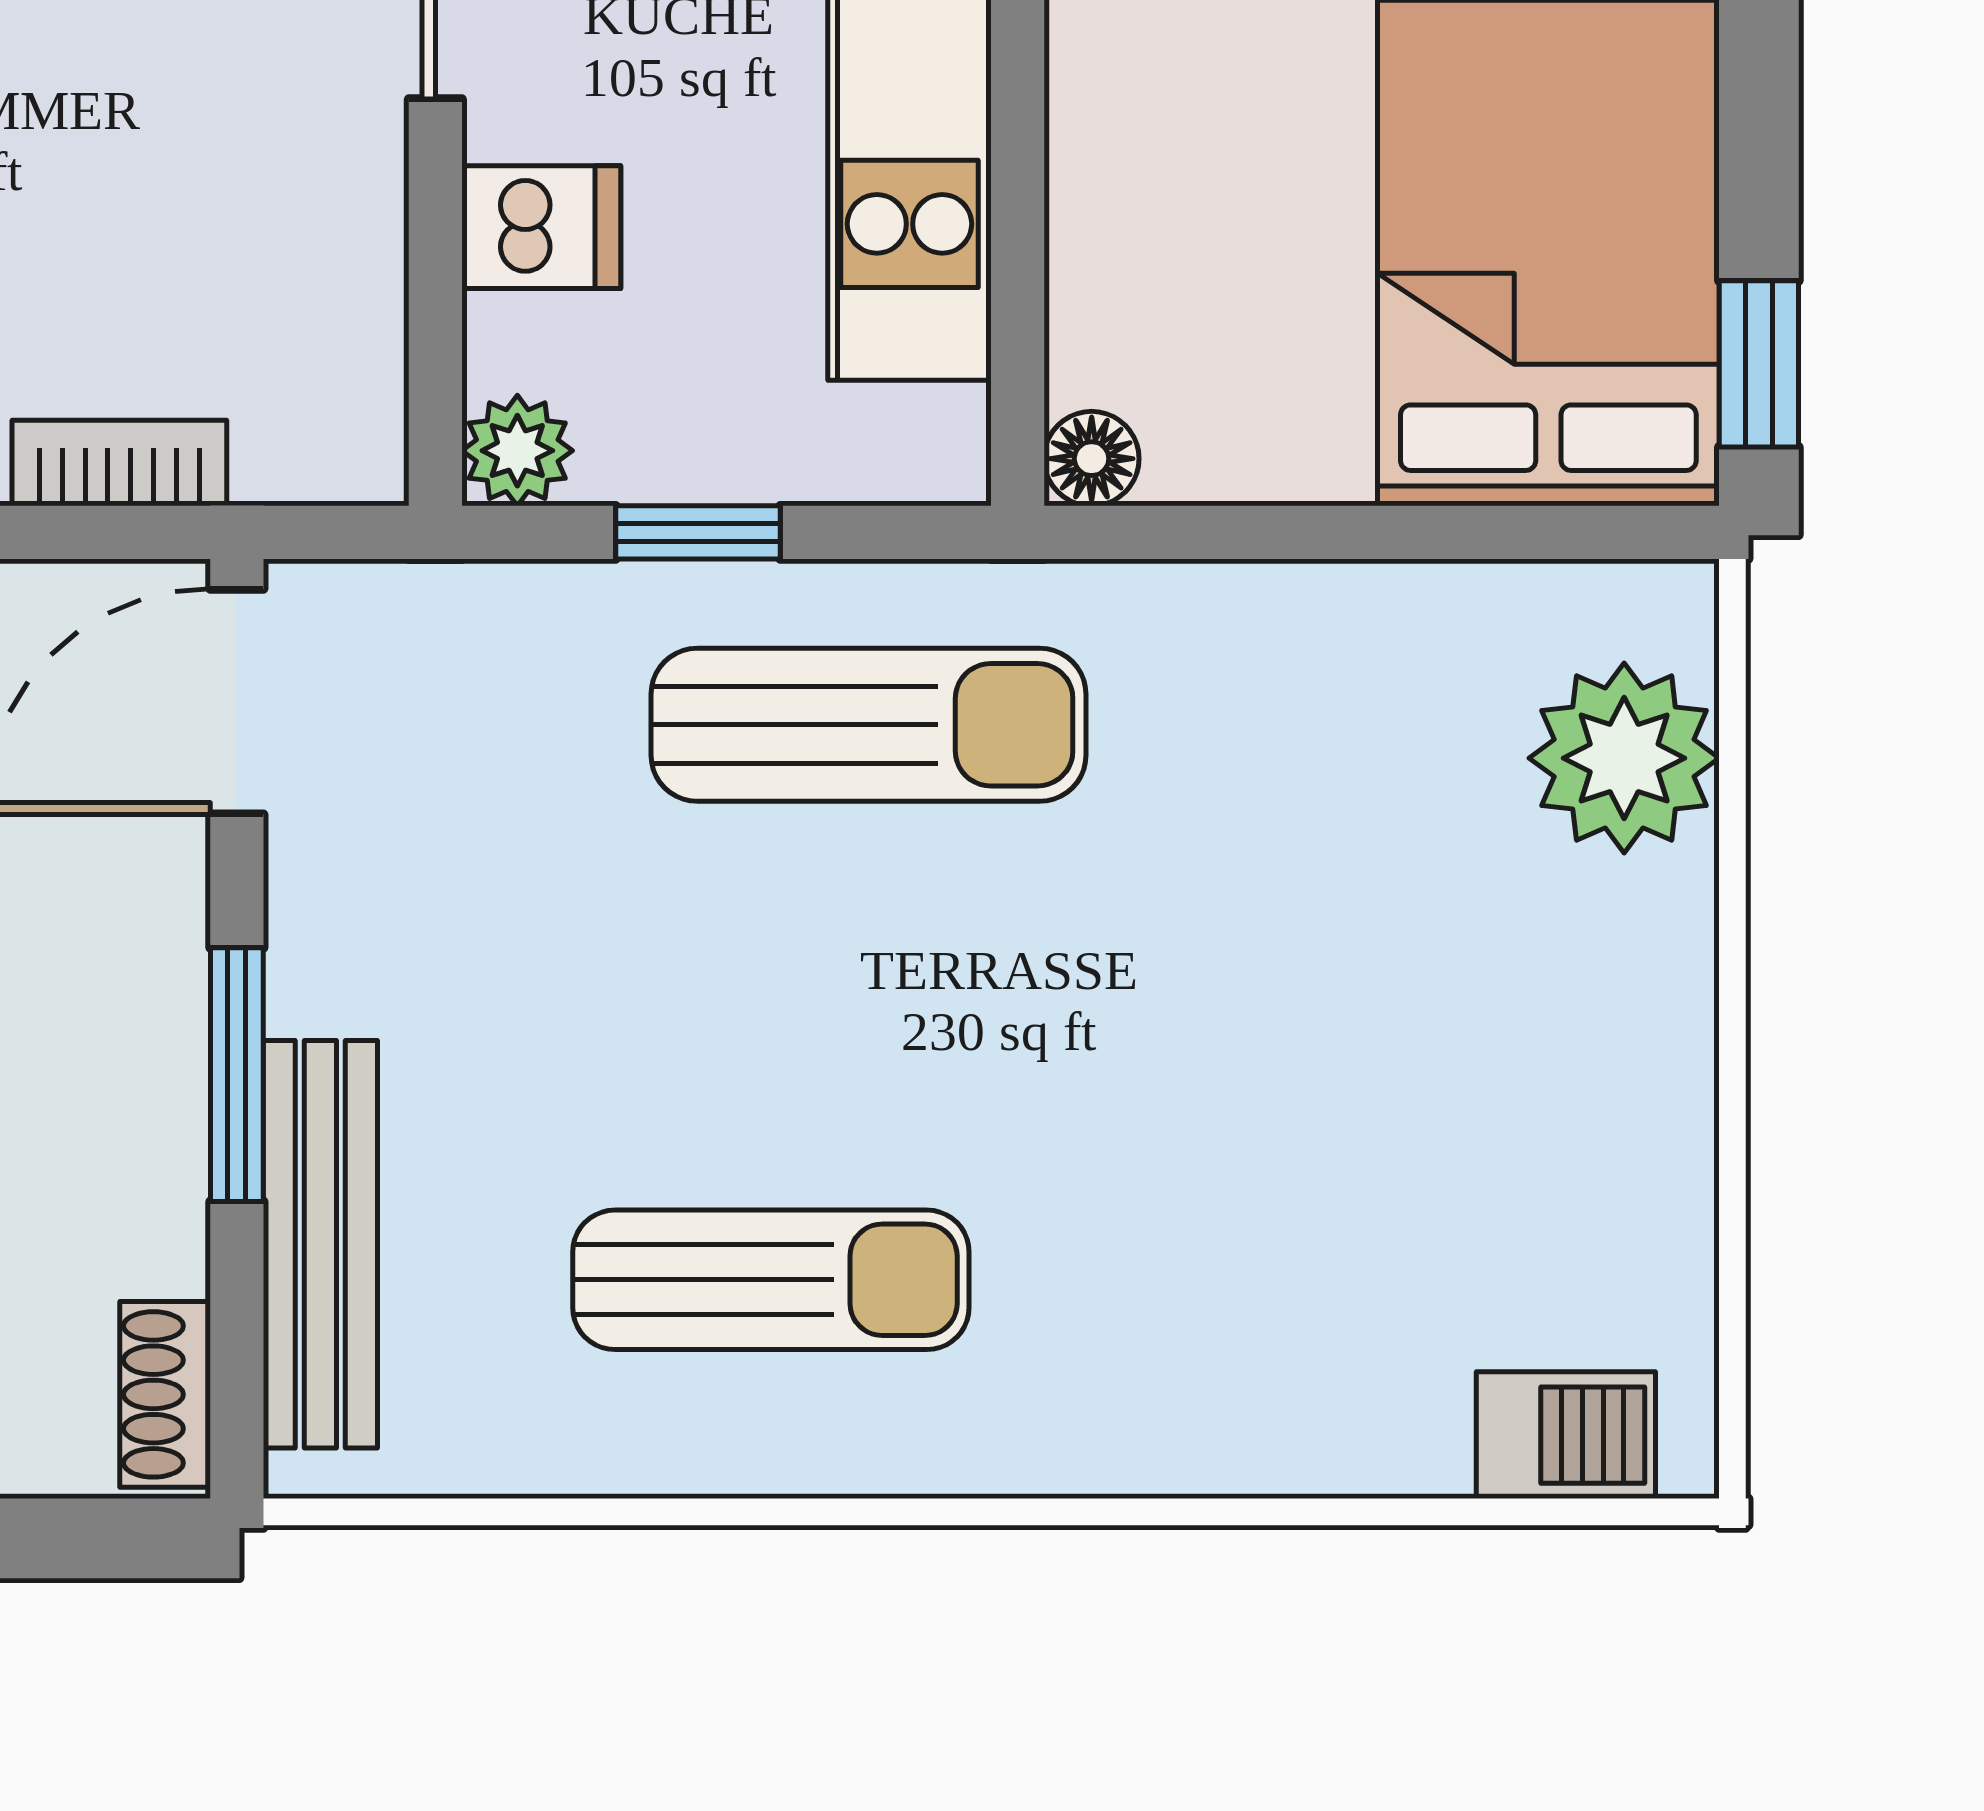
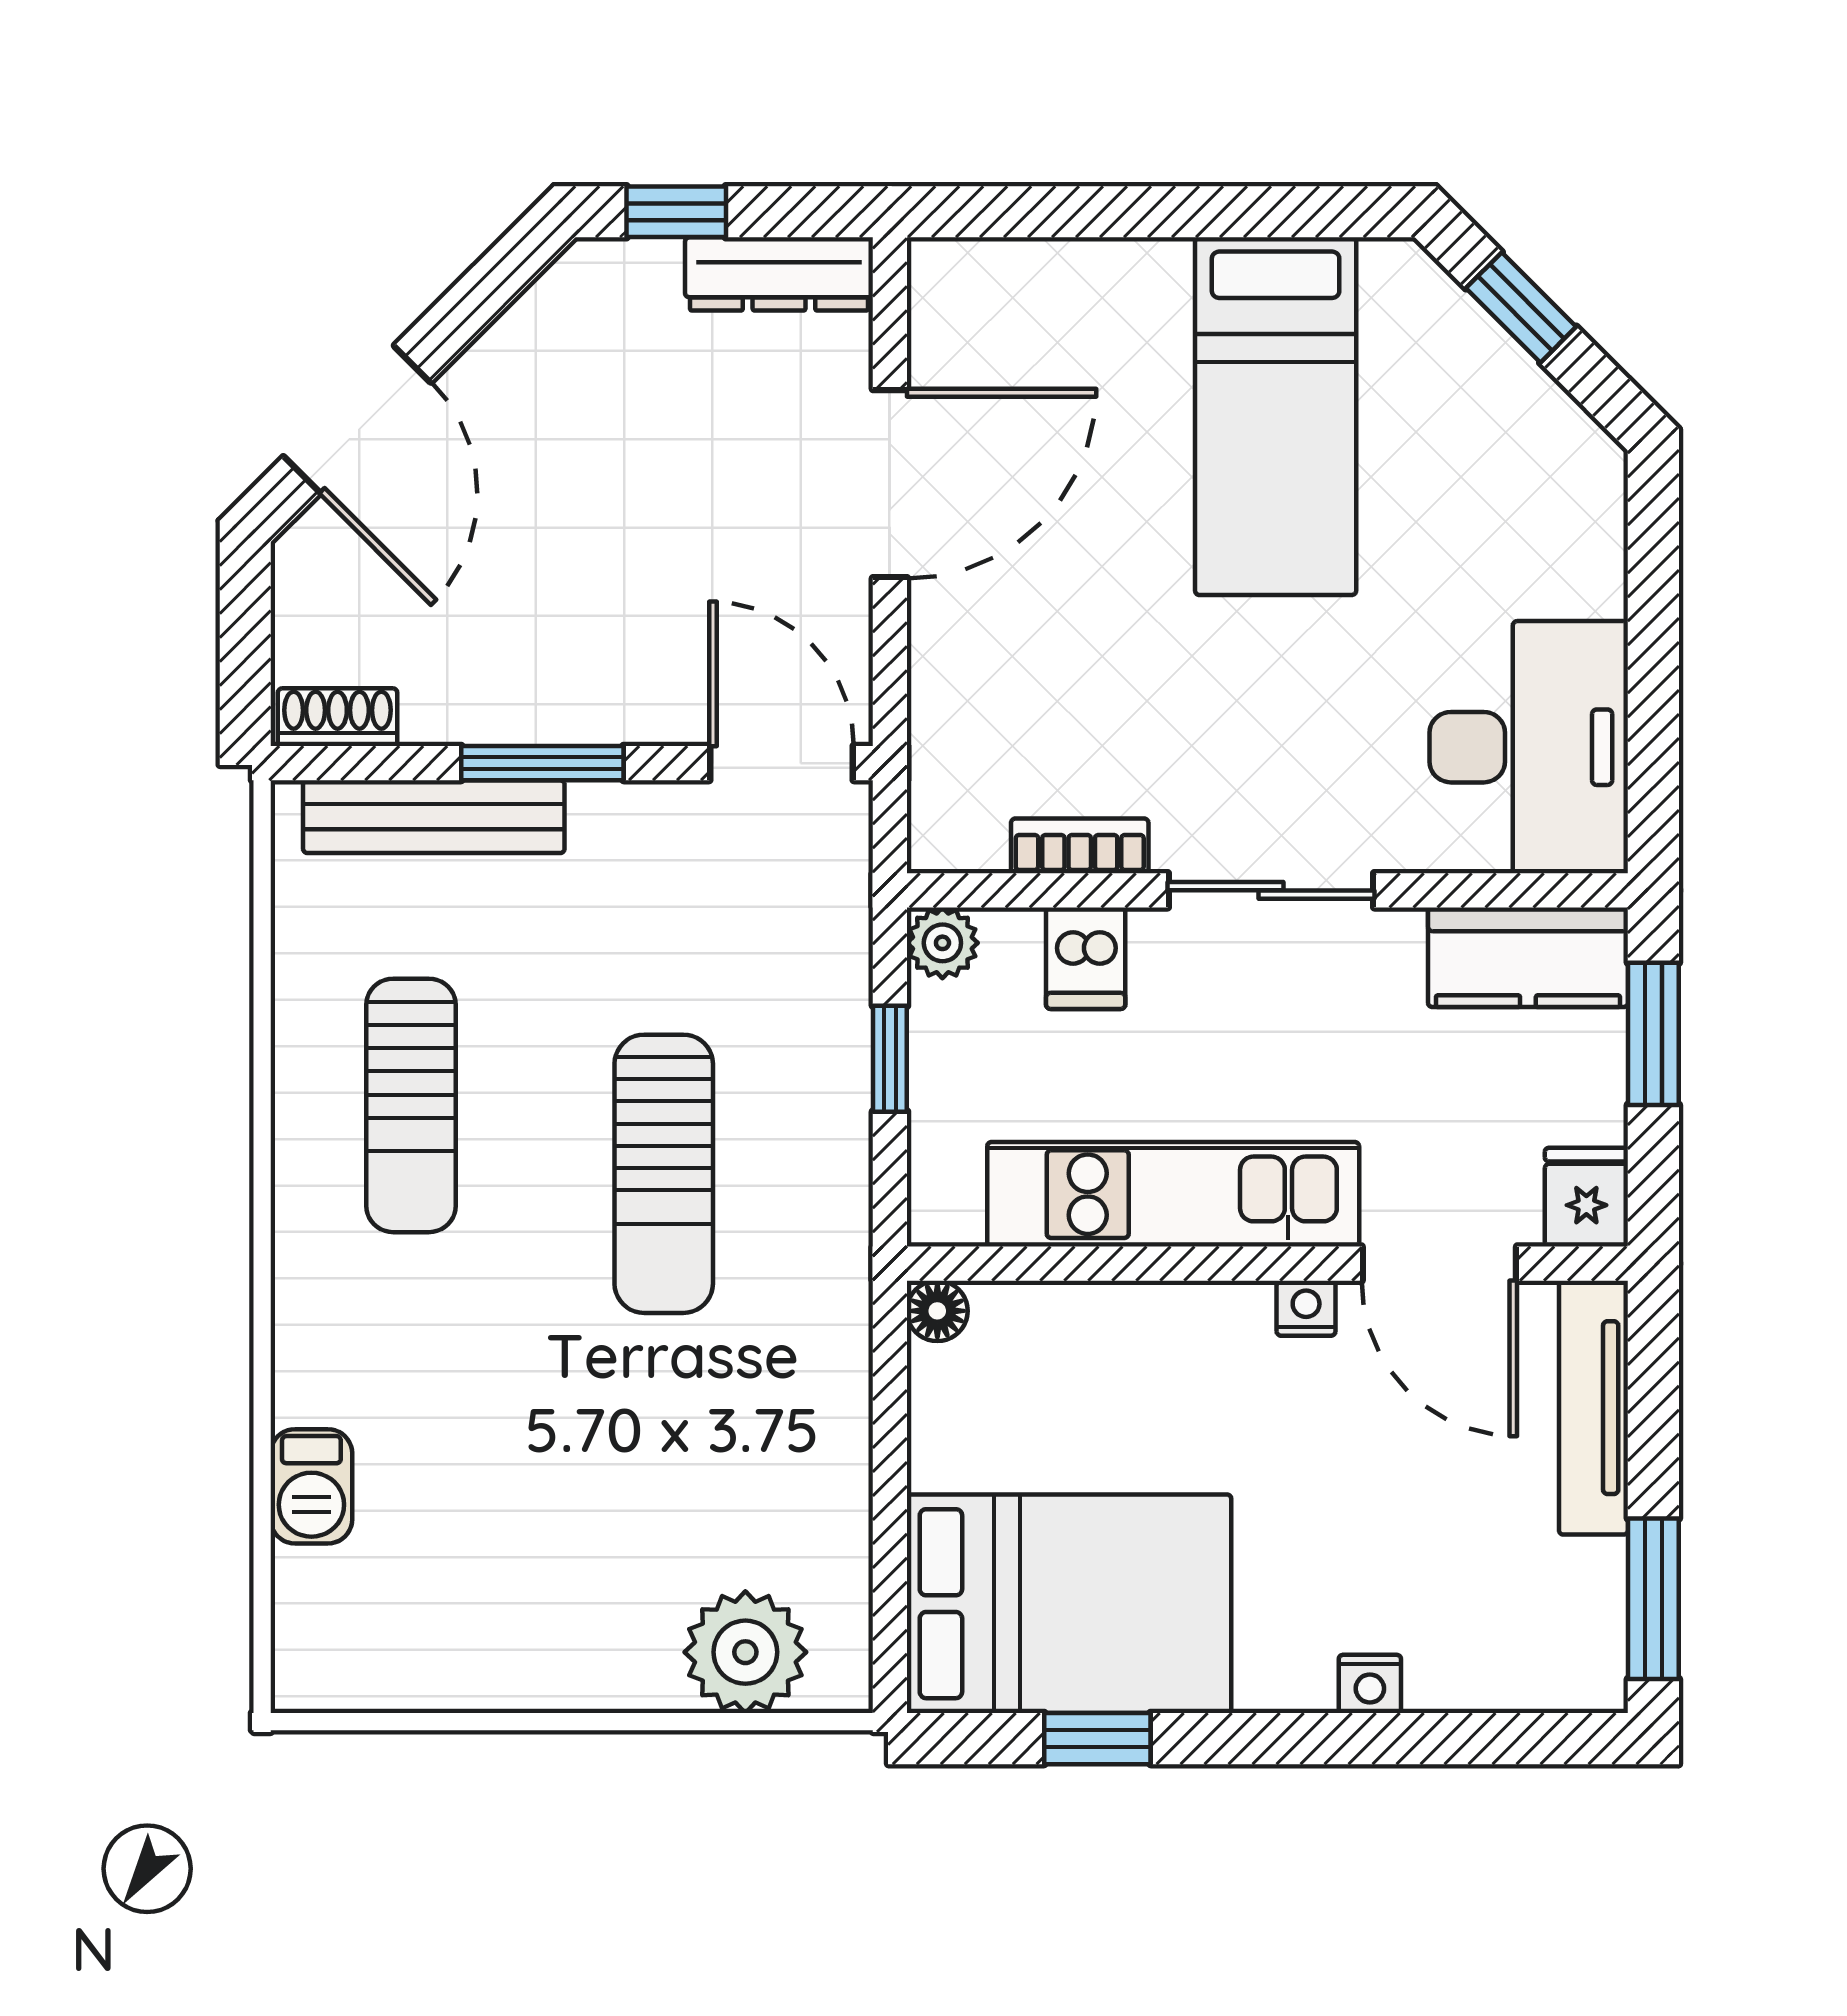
window: (1759, 364) -> (1097, 1739), moved
bookcase: (119, 463) -> (1080, 846), moved, turned -90
sun lounger: (869, 725) -> (664, 1174), moved
barbecue: (1566, 1435) -> (311, 1486), moved

